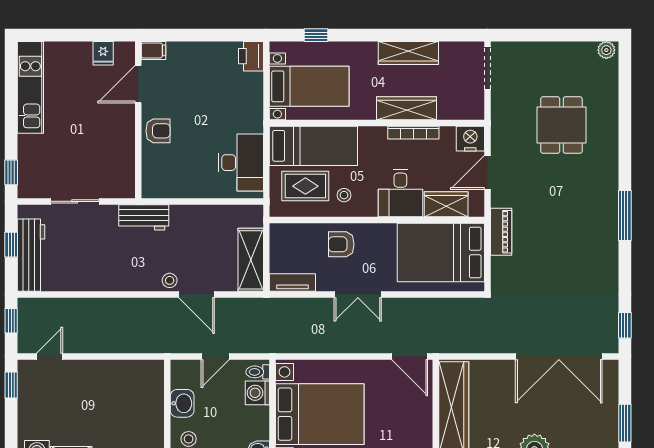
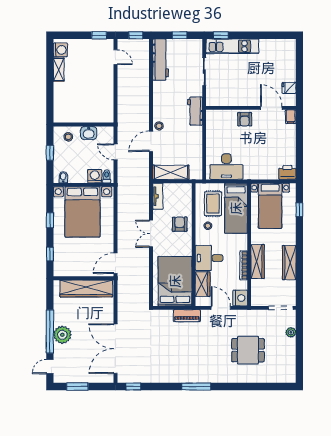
plant: (606, 50) -> (291, 332), moved
kitchen unit: (30, 87) -> (232, 46), moved
workbench: (31, 255) -> (161, 60), moved, turned -90

